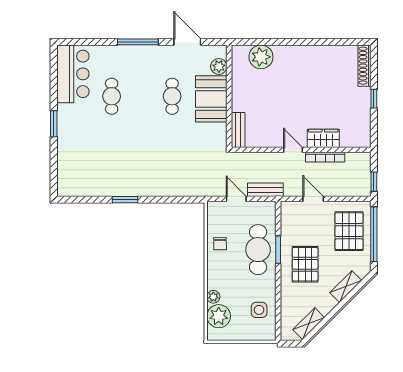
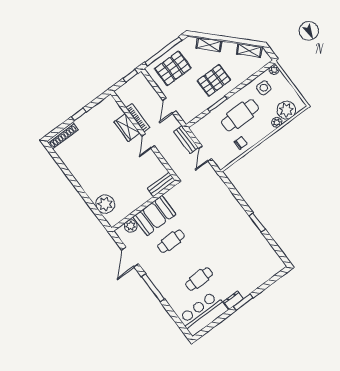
dresser: (63, 115) -> (233, 300), added
cafe table: (258, 250) -> (240, 115), moved
plant: (270, 334) -> (274, 70), added

